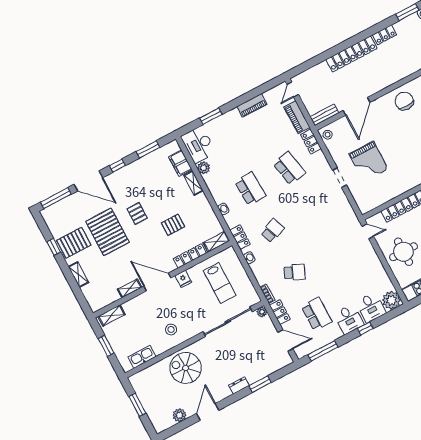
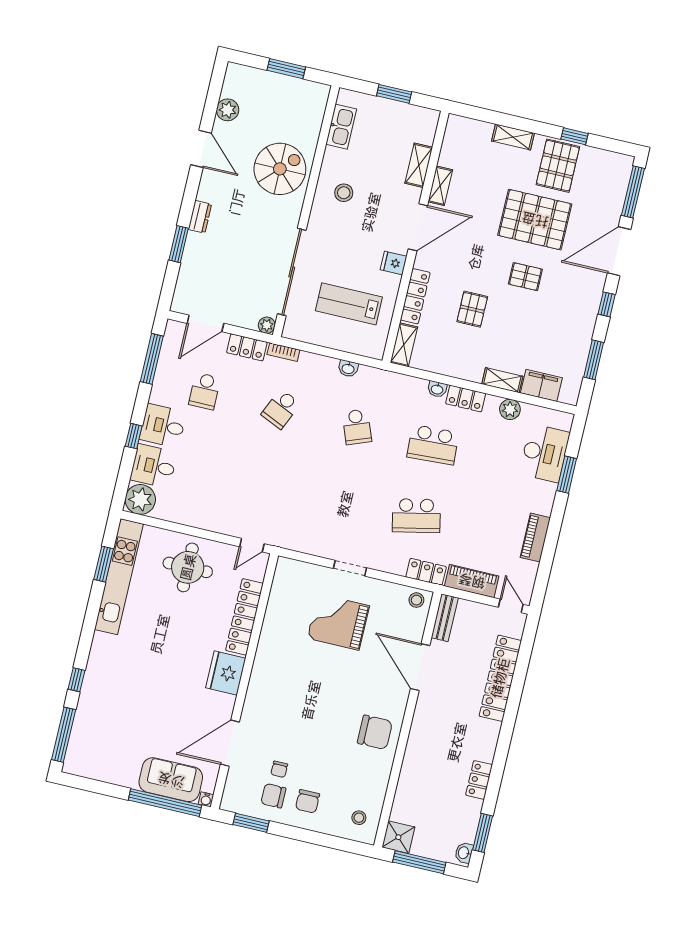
locker: (351, 54) -> (500, 678), moved
desk: (198, 145) -> (545, 453), moved, turned 90
locker: (240, 237) -> (466, 399), moved
school desk: (317, 314) -> (205, 391), width x0.54
shelving: (111, 315) -> (419, 165), moved

